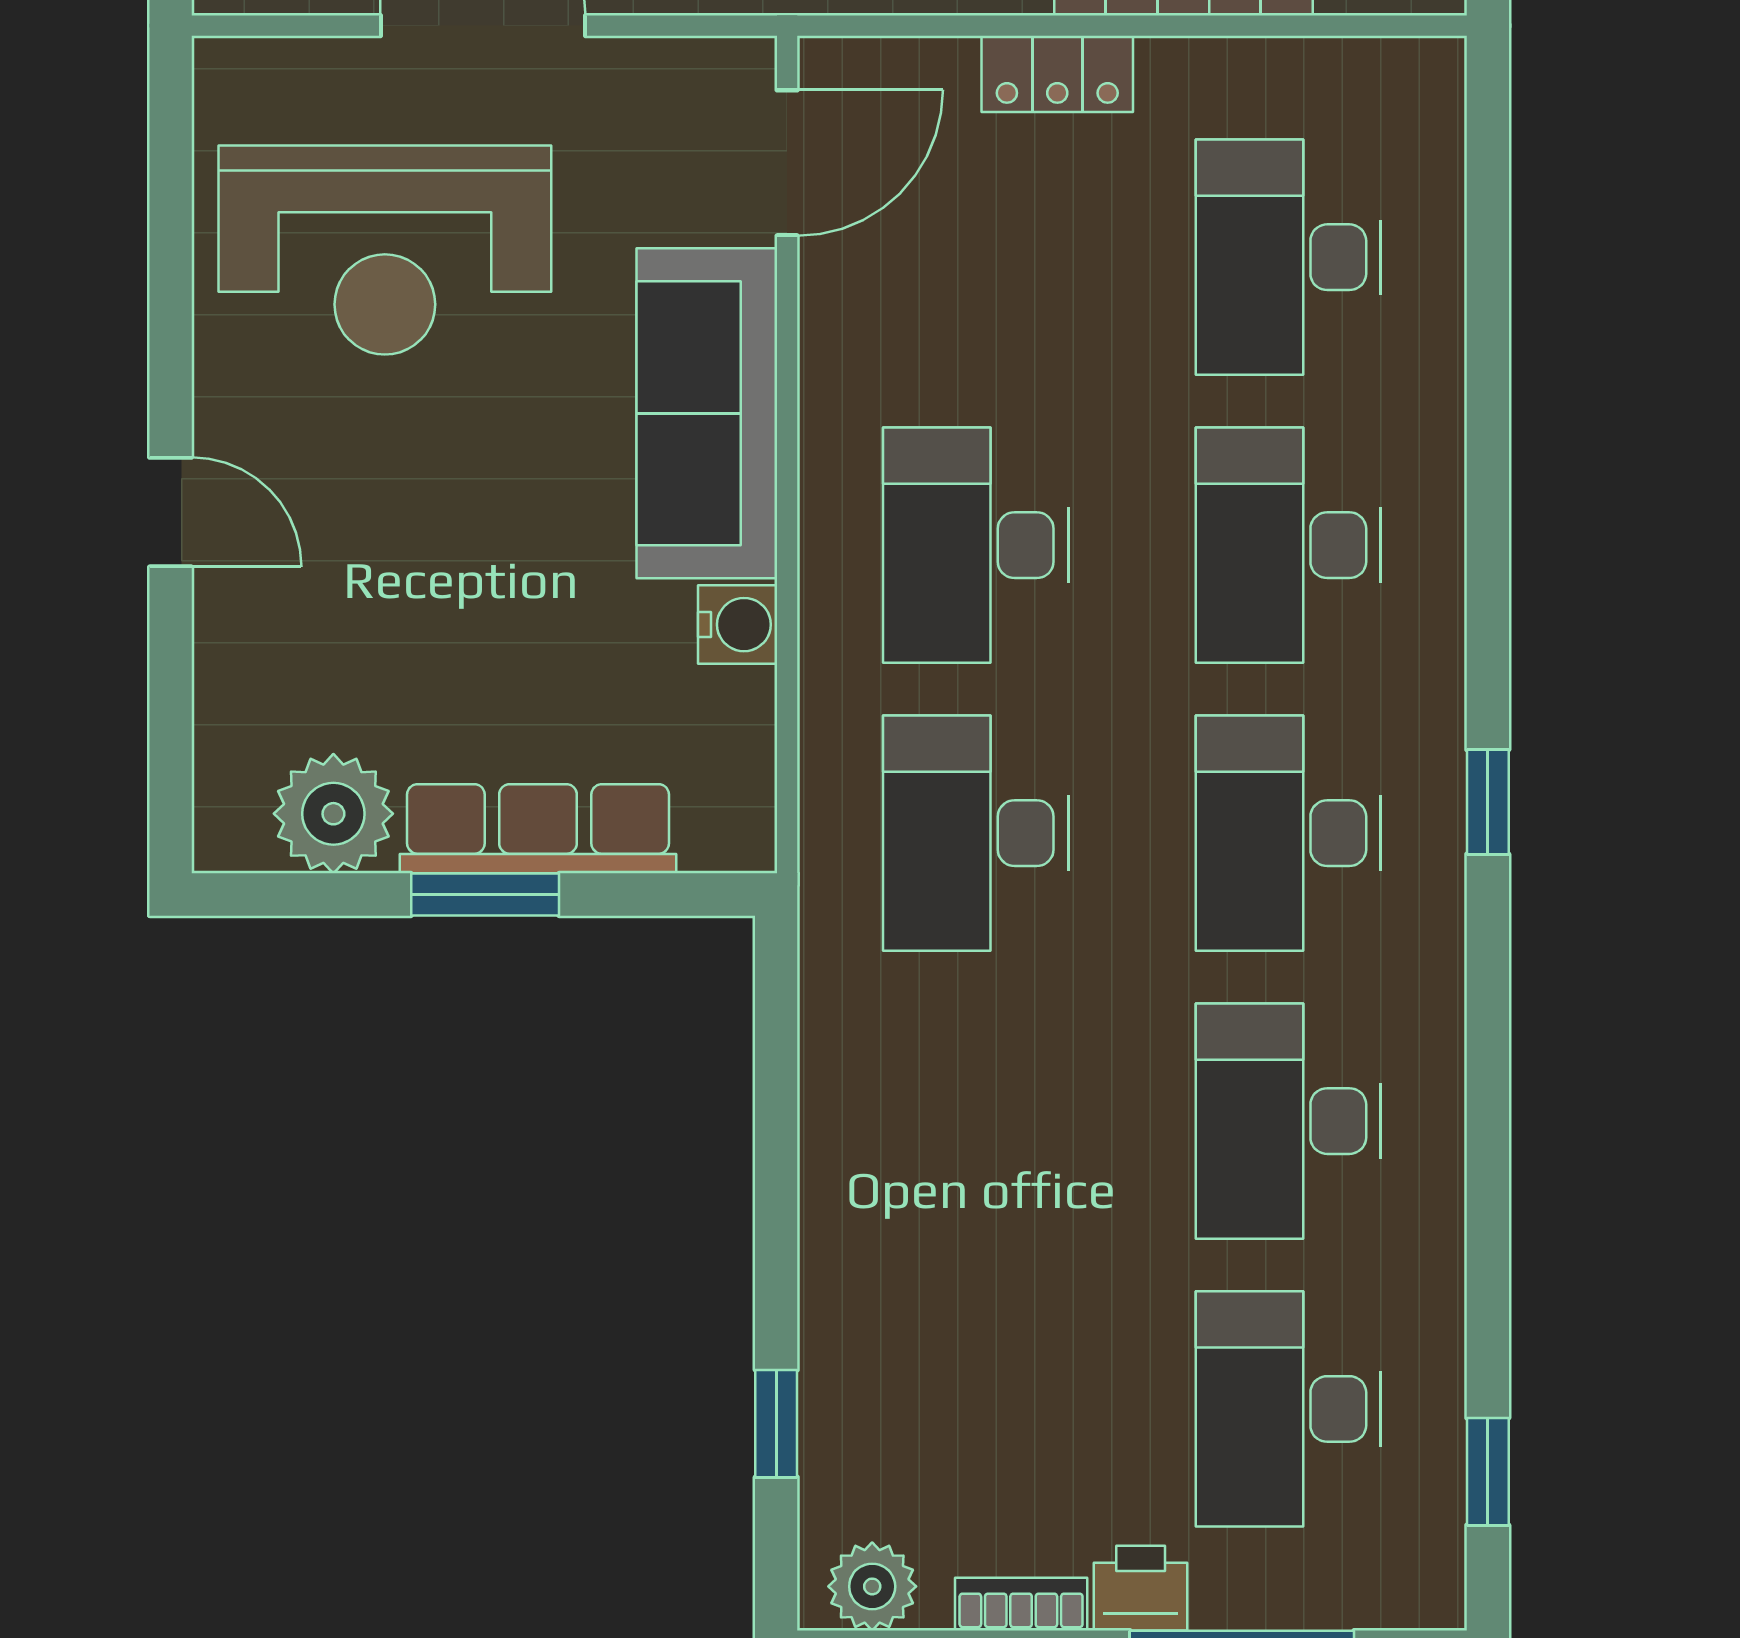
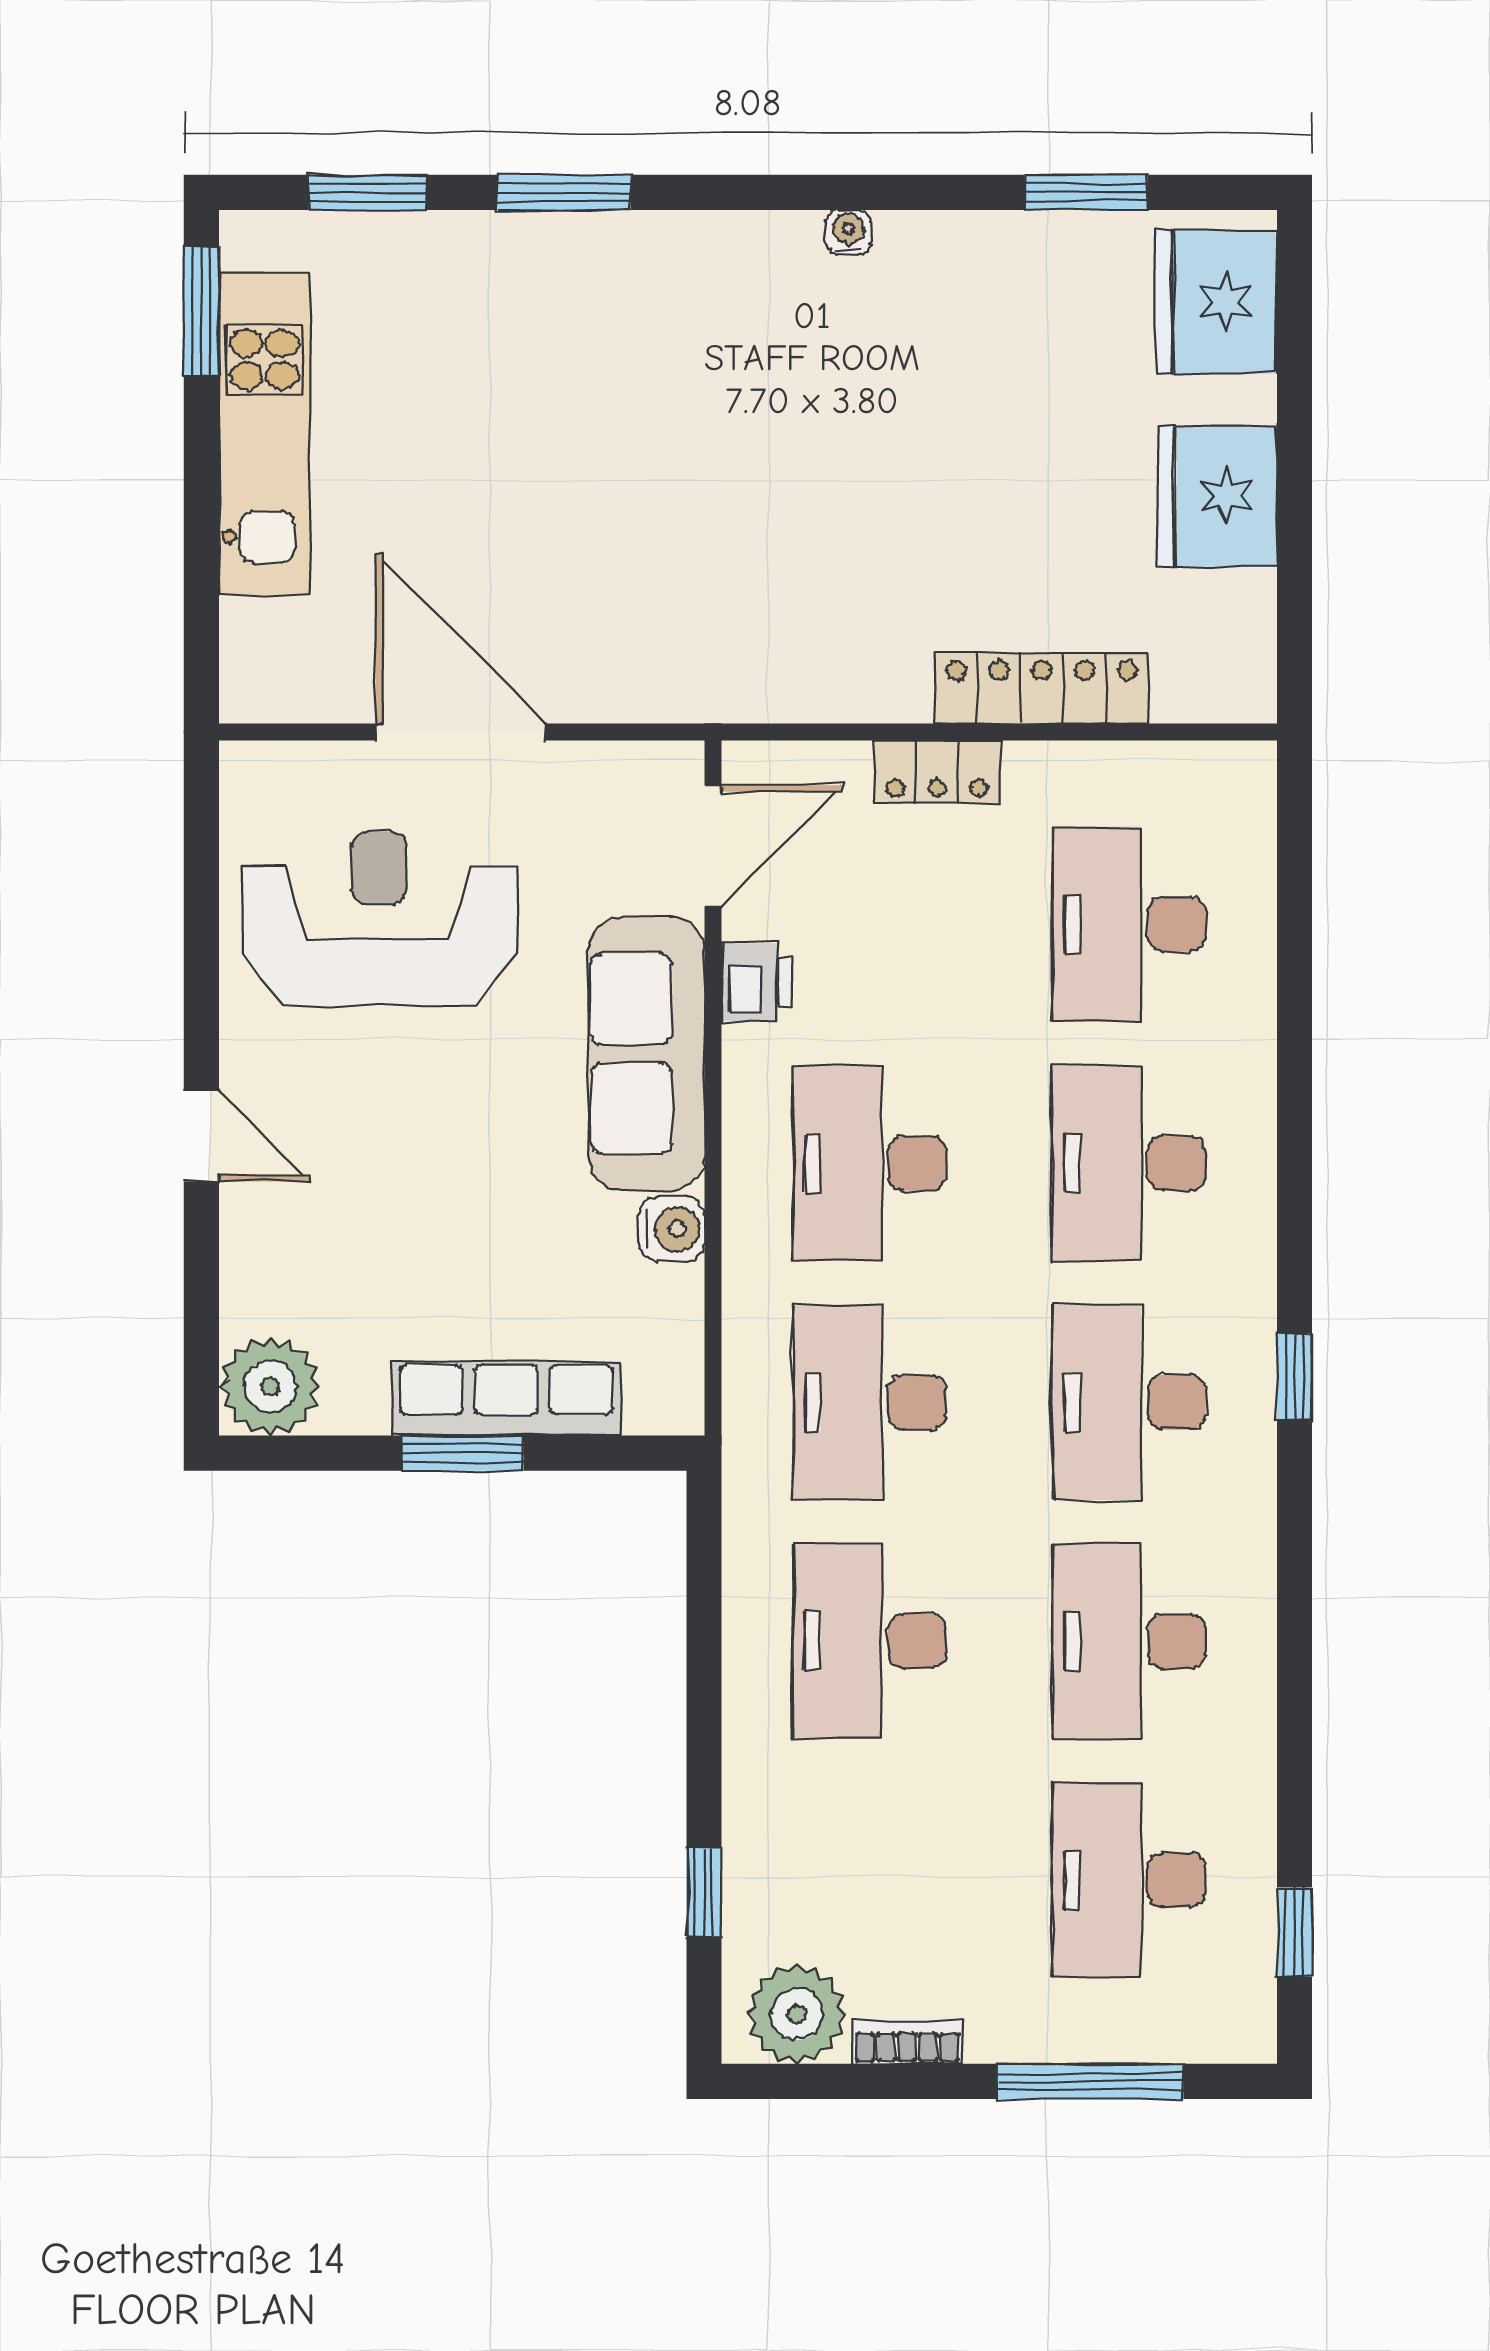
reception desk: (385, 250) -> (379, 918), turned 180
plant: (333, 814) -> (270, 1386), moved
desk: (976, 1121) -> (869, 1641), added
plant: (872, 1586) -> (797, 2014), width x1.36, depth x1.36
printer: (1141, 1588) -> (757, 982), moved, turned 90

